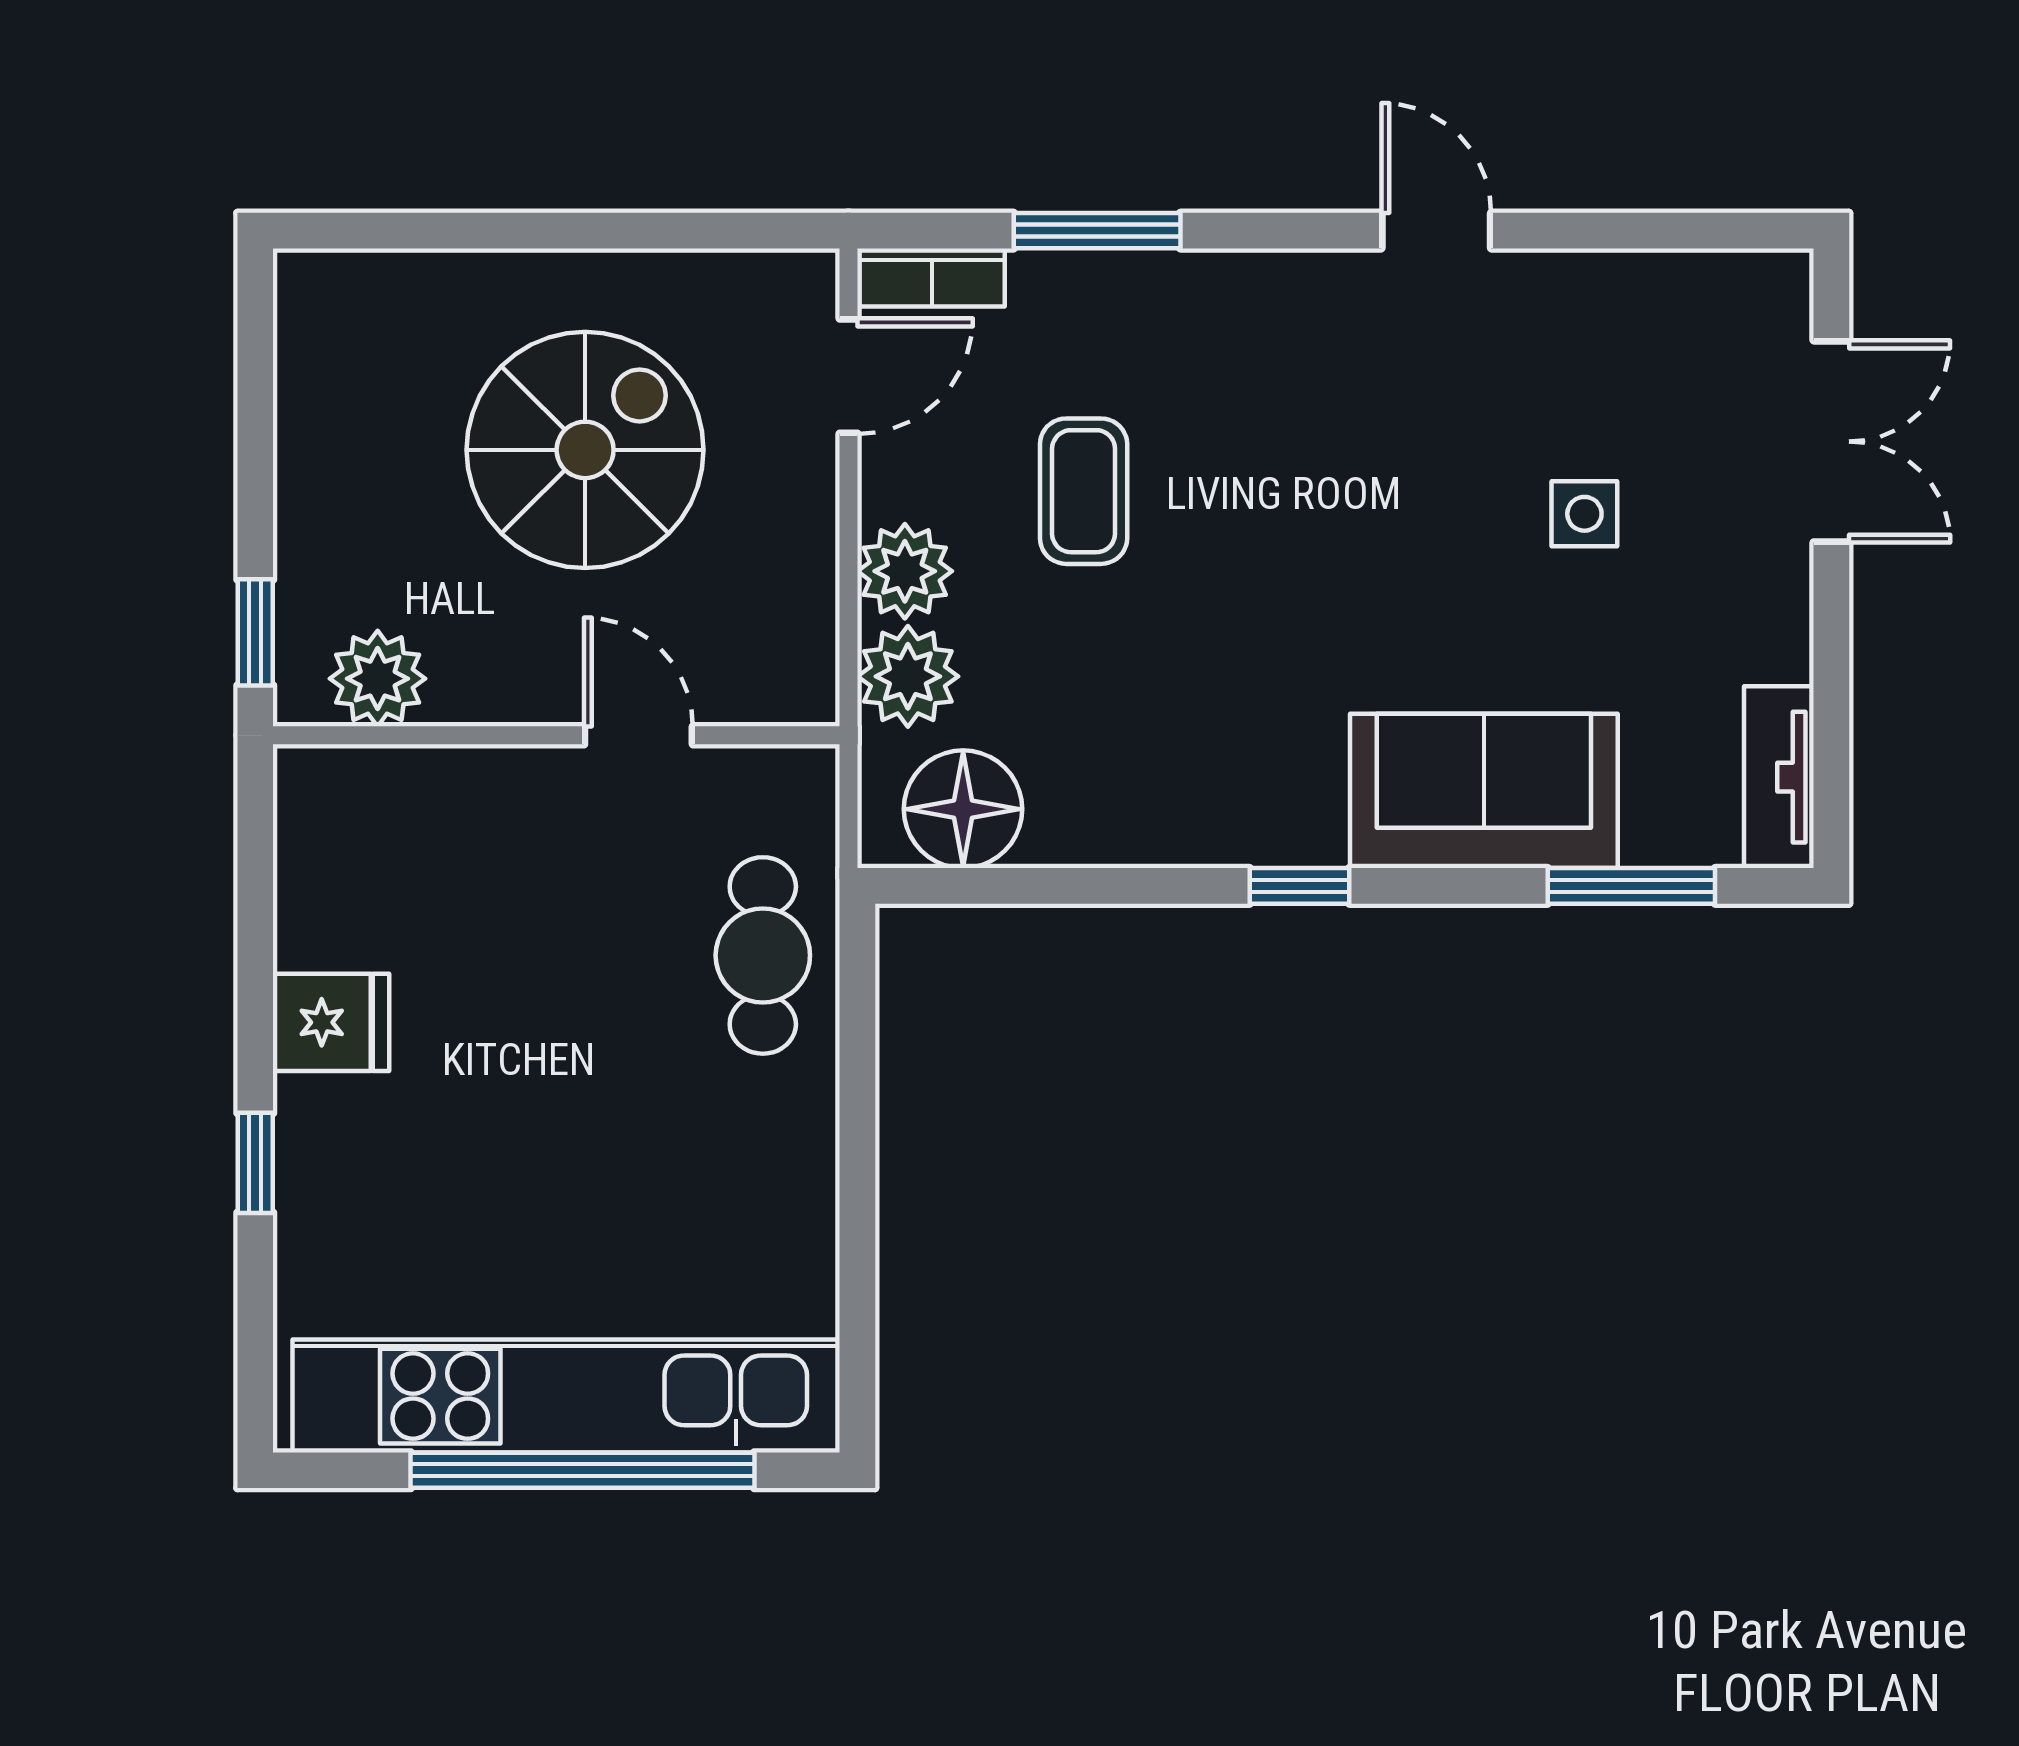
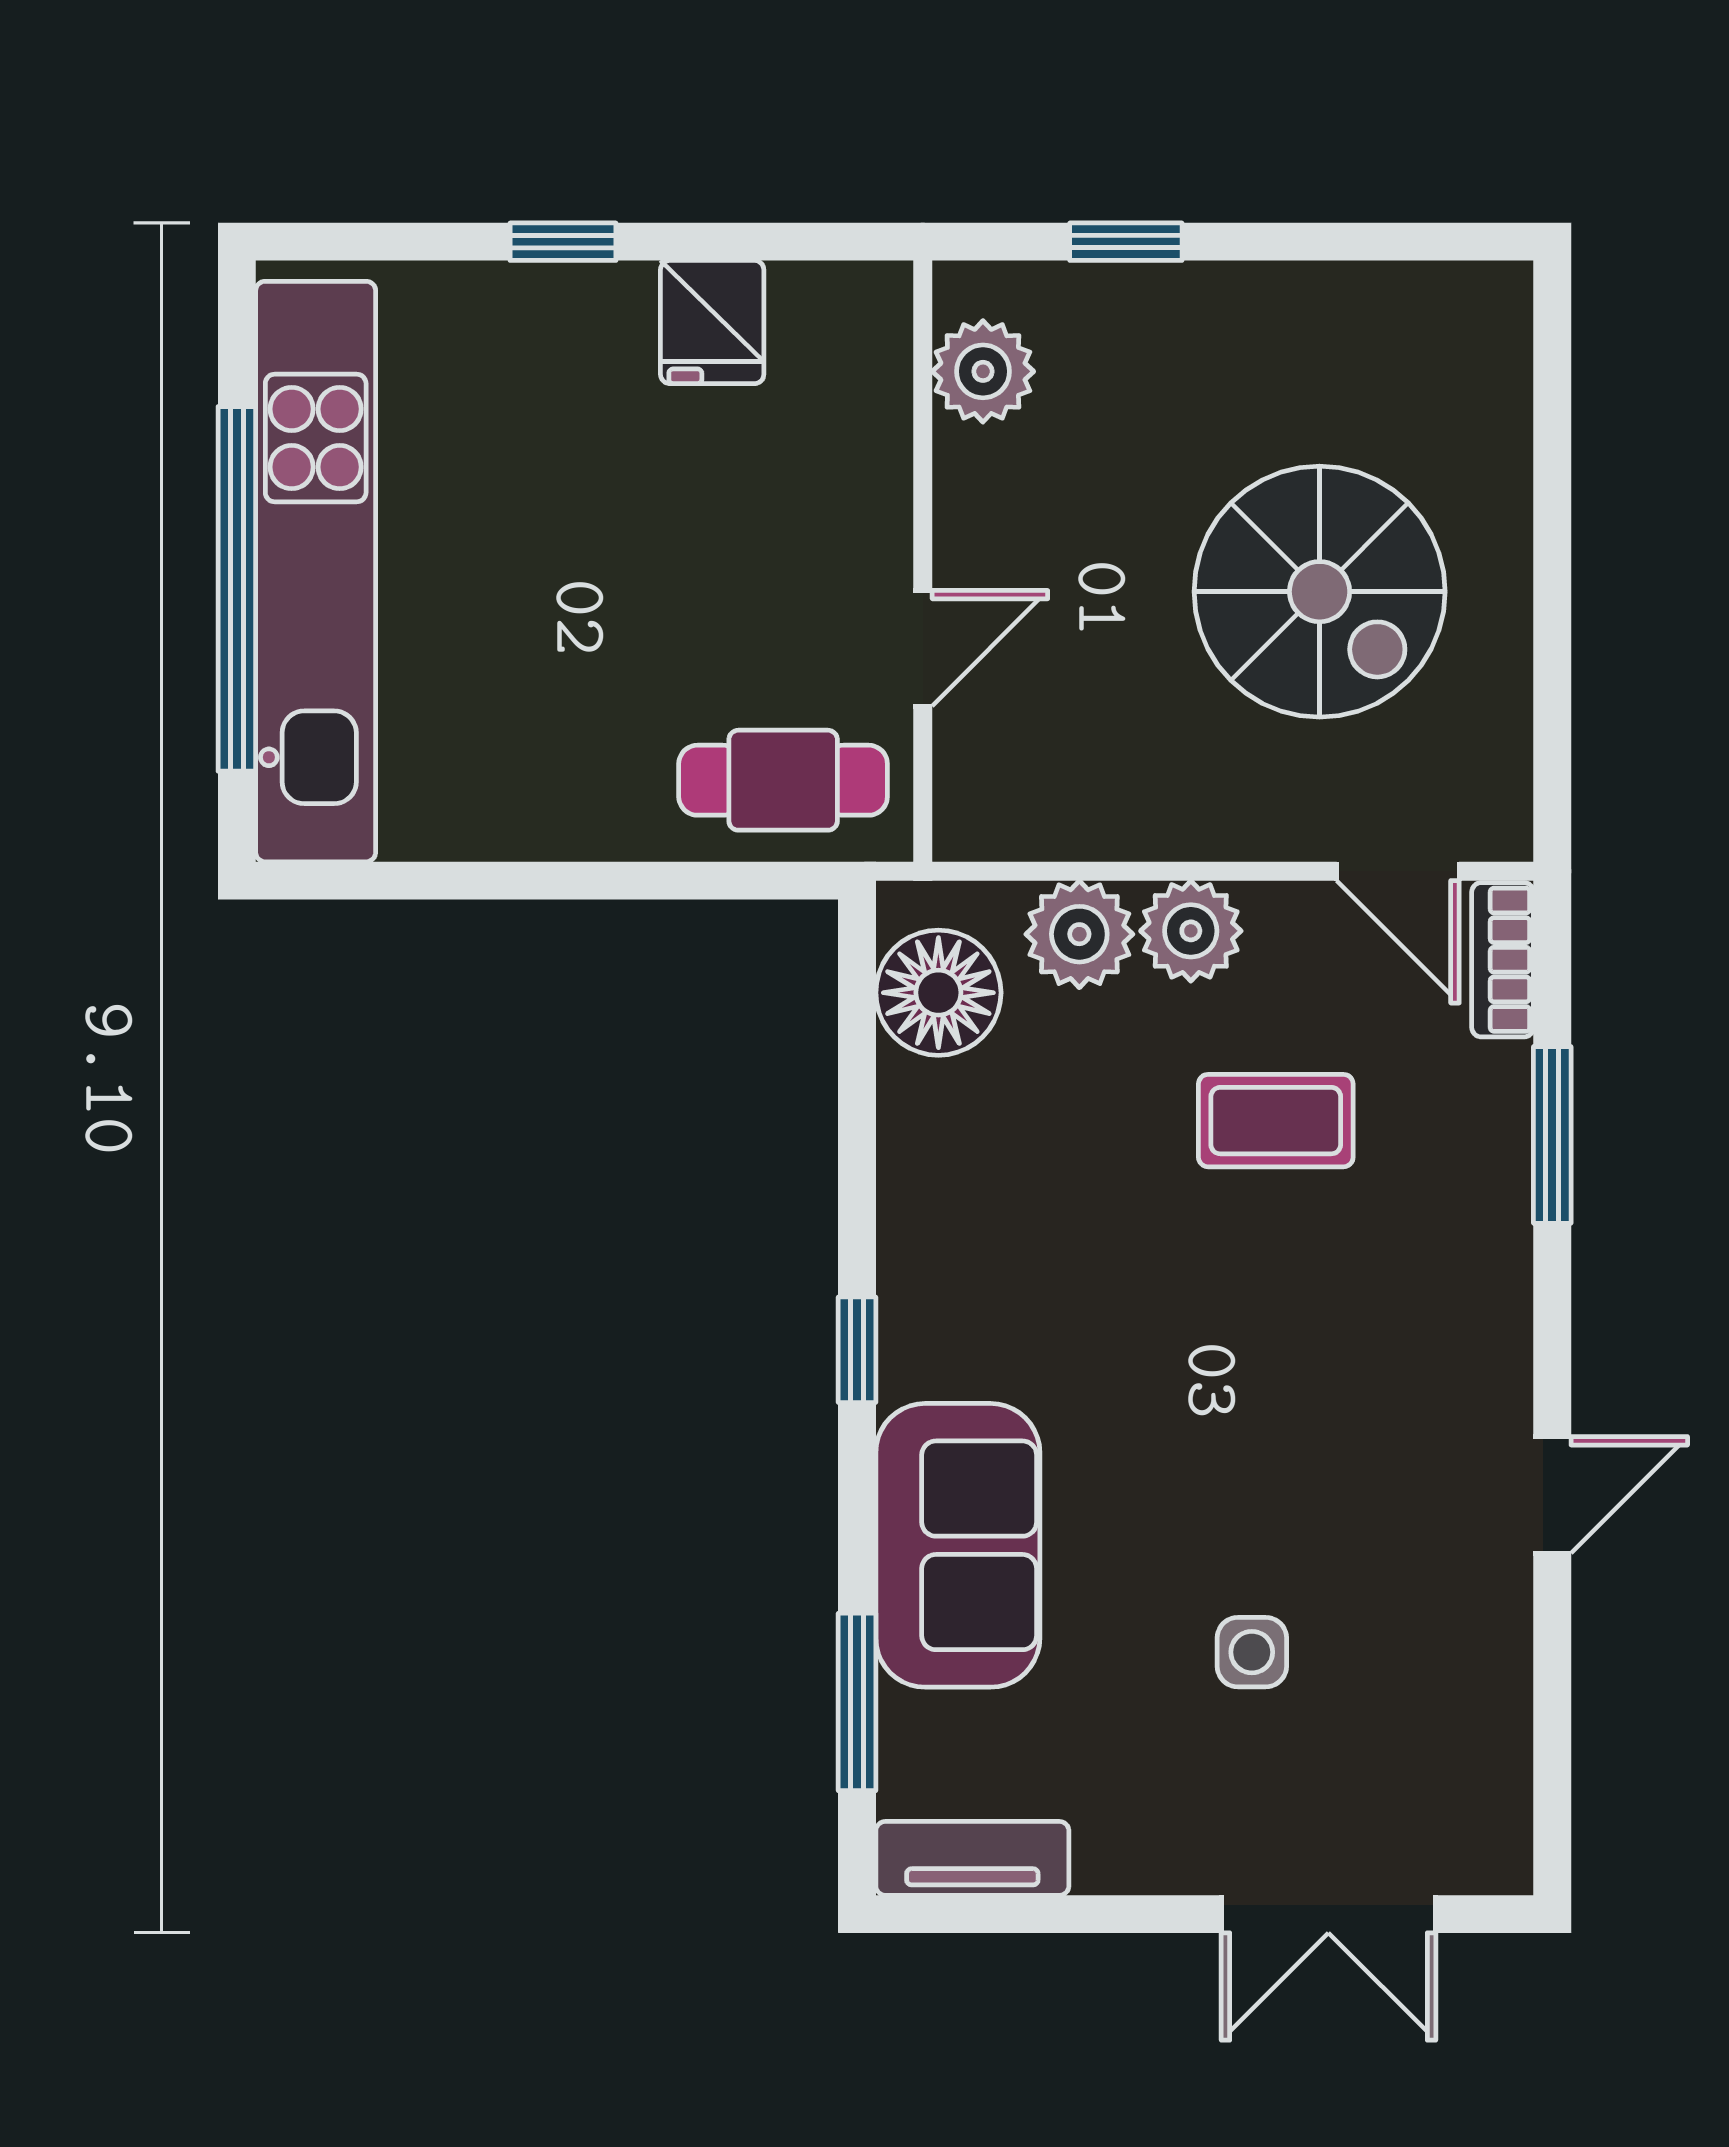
plant: (378, 679) -> (983, 371), moved
wall: (556, 735) -> (923, 561), moved
door: (638, 735) -> (923, 648), moved

